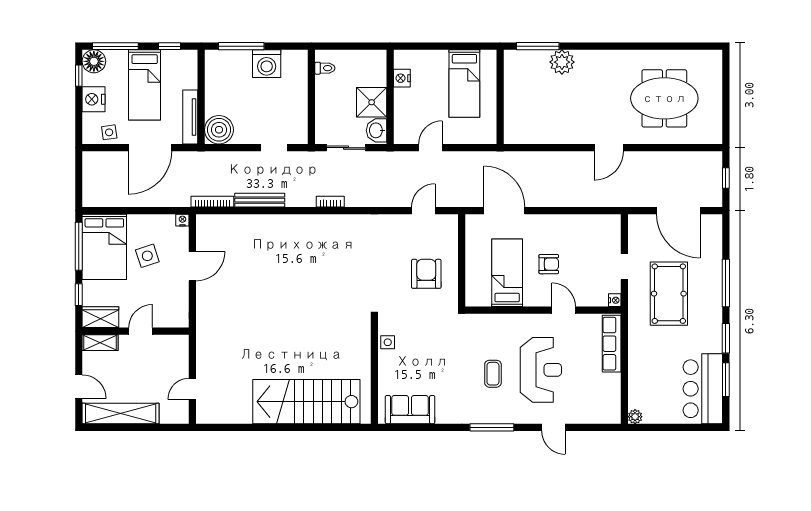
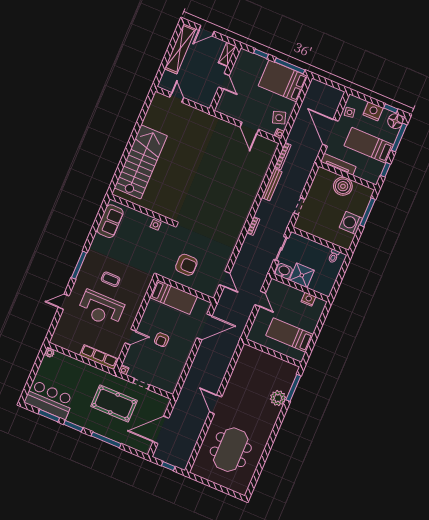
boiler: (219, 130) -> (343, 186), moved
side table: (147, 256) -> (279, 118), moved
bed: (507, 273) -> (173, 297), moved
wardrobe: (100, 317) -> (242, 61), removed

